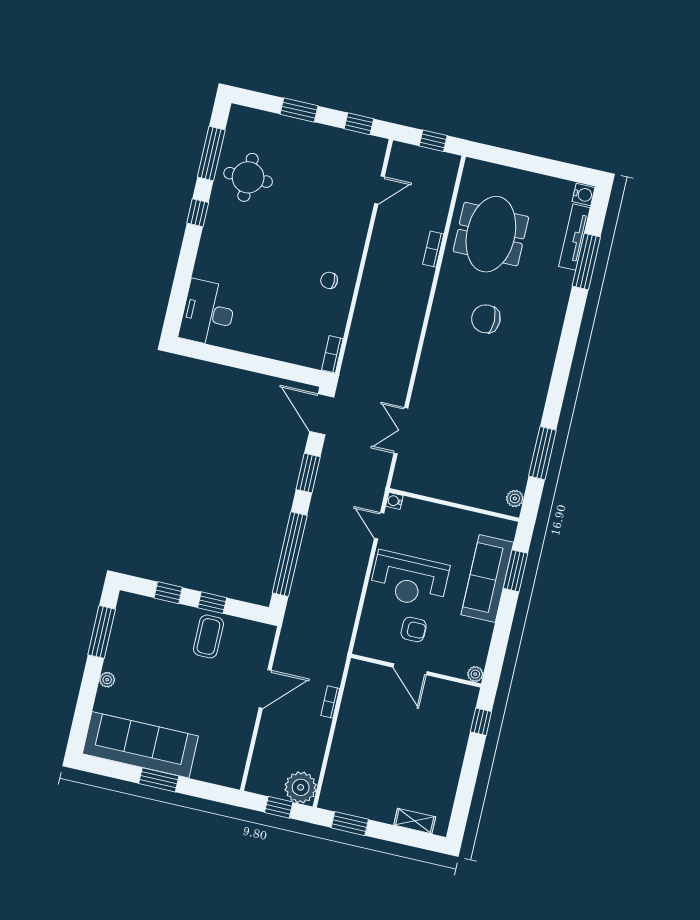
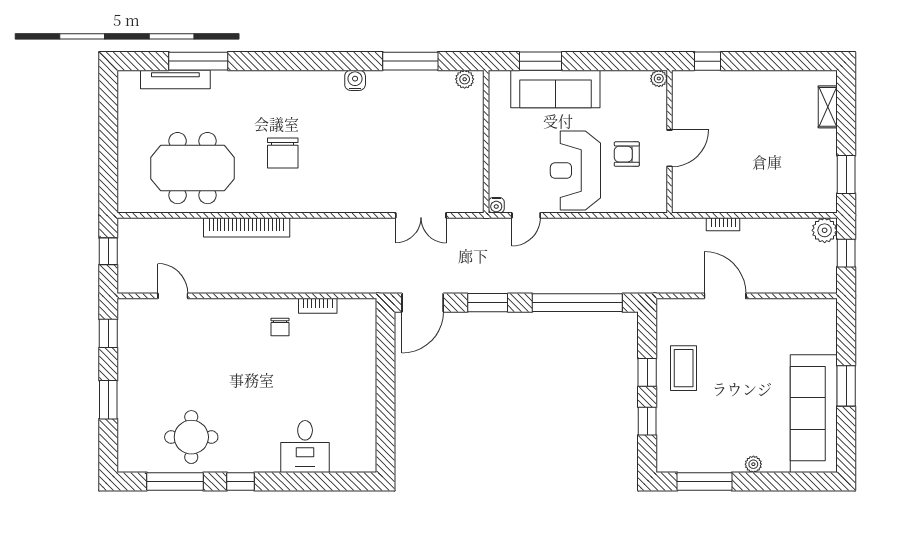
water cooler: (583, 195) -> (355, 80), moved
bookcase: (433, 249) -> (247, 227), width x2.31, depth x1.31
desk: (208, 313) -> (305, 446), moved, width x0.73
bookcase: (332, 354) -> (318, 306), moved
reception desk: (409, 580) -> (575, 171), turned 180
armchair: (414, 629) -> (627, 154), turned -90
coffee table: (208, 636) -> (684, 368), turned 90
plant: (301, 787) -> (825, 230), width x0.73, depth x0.73

